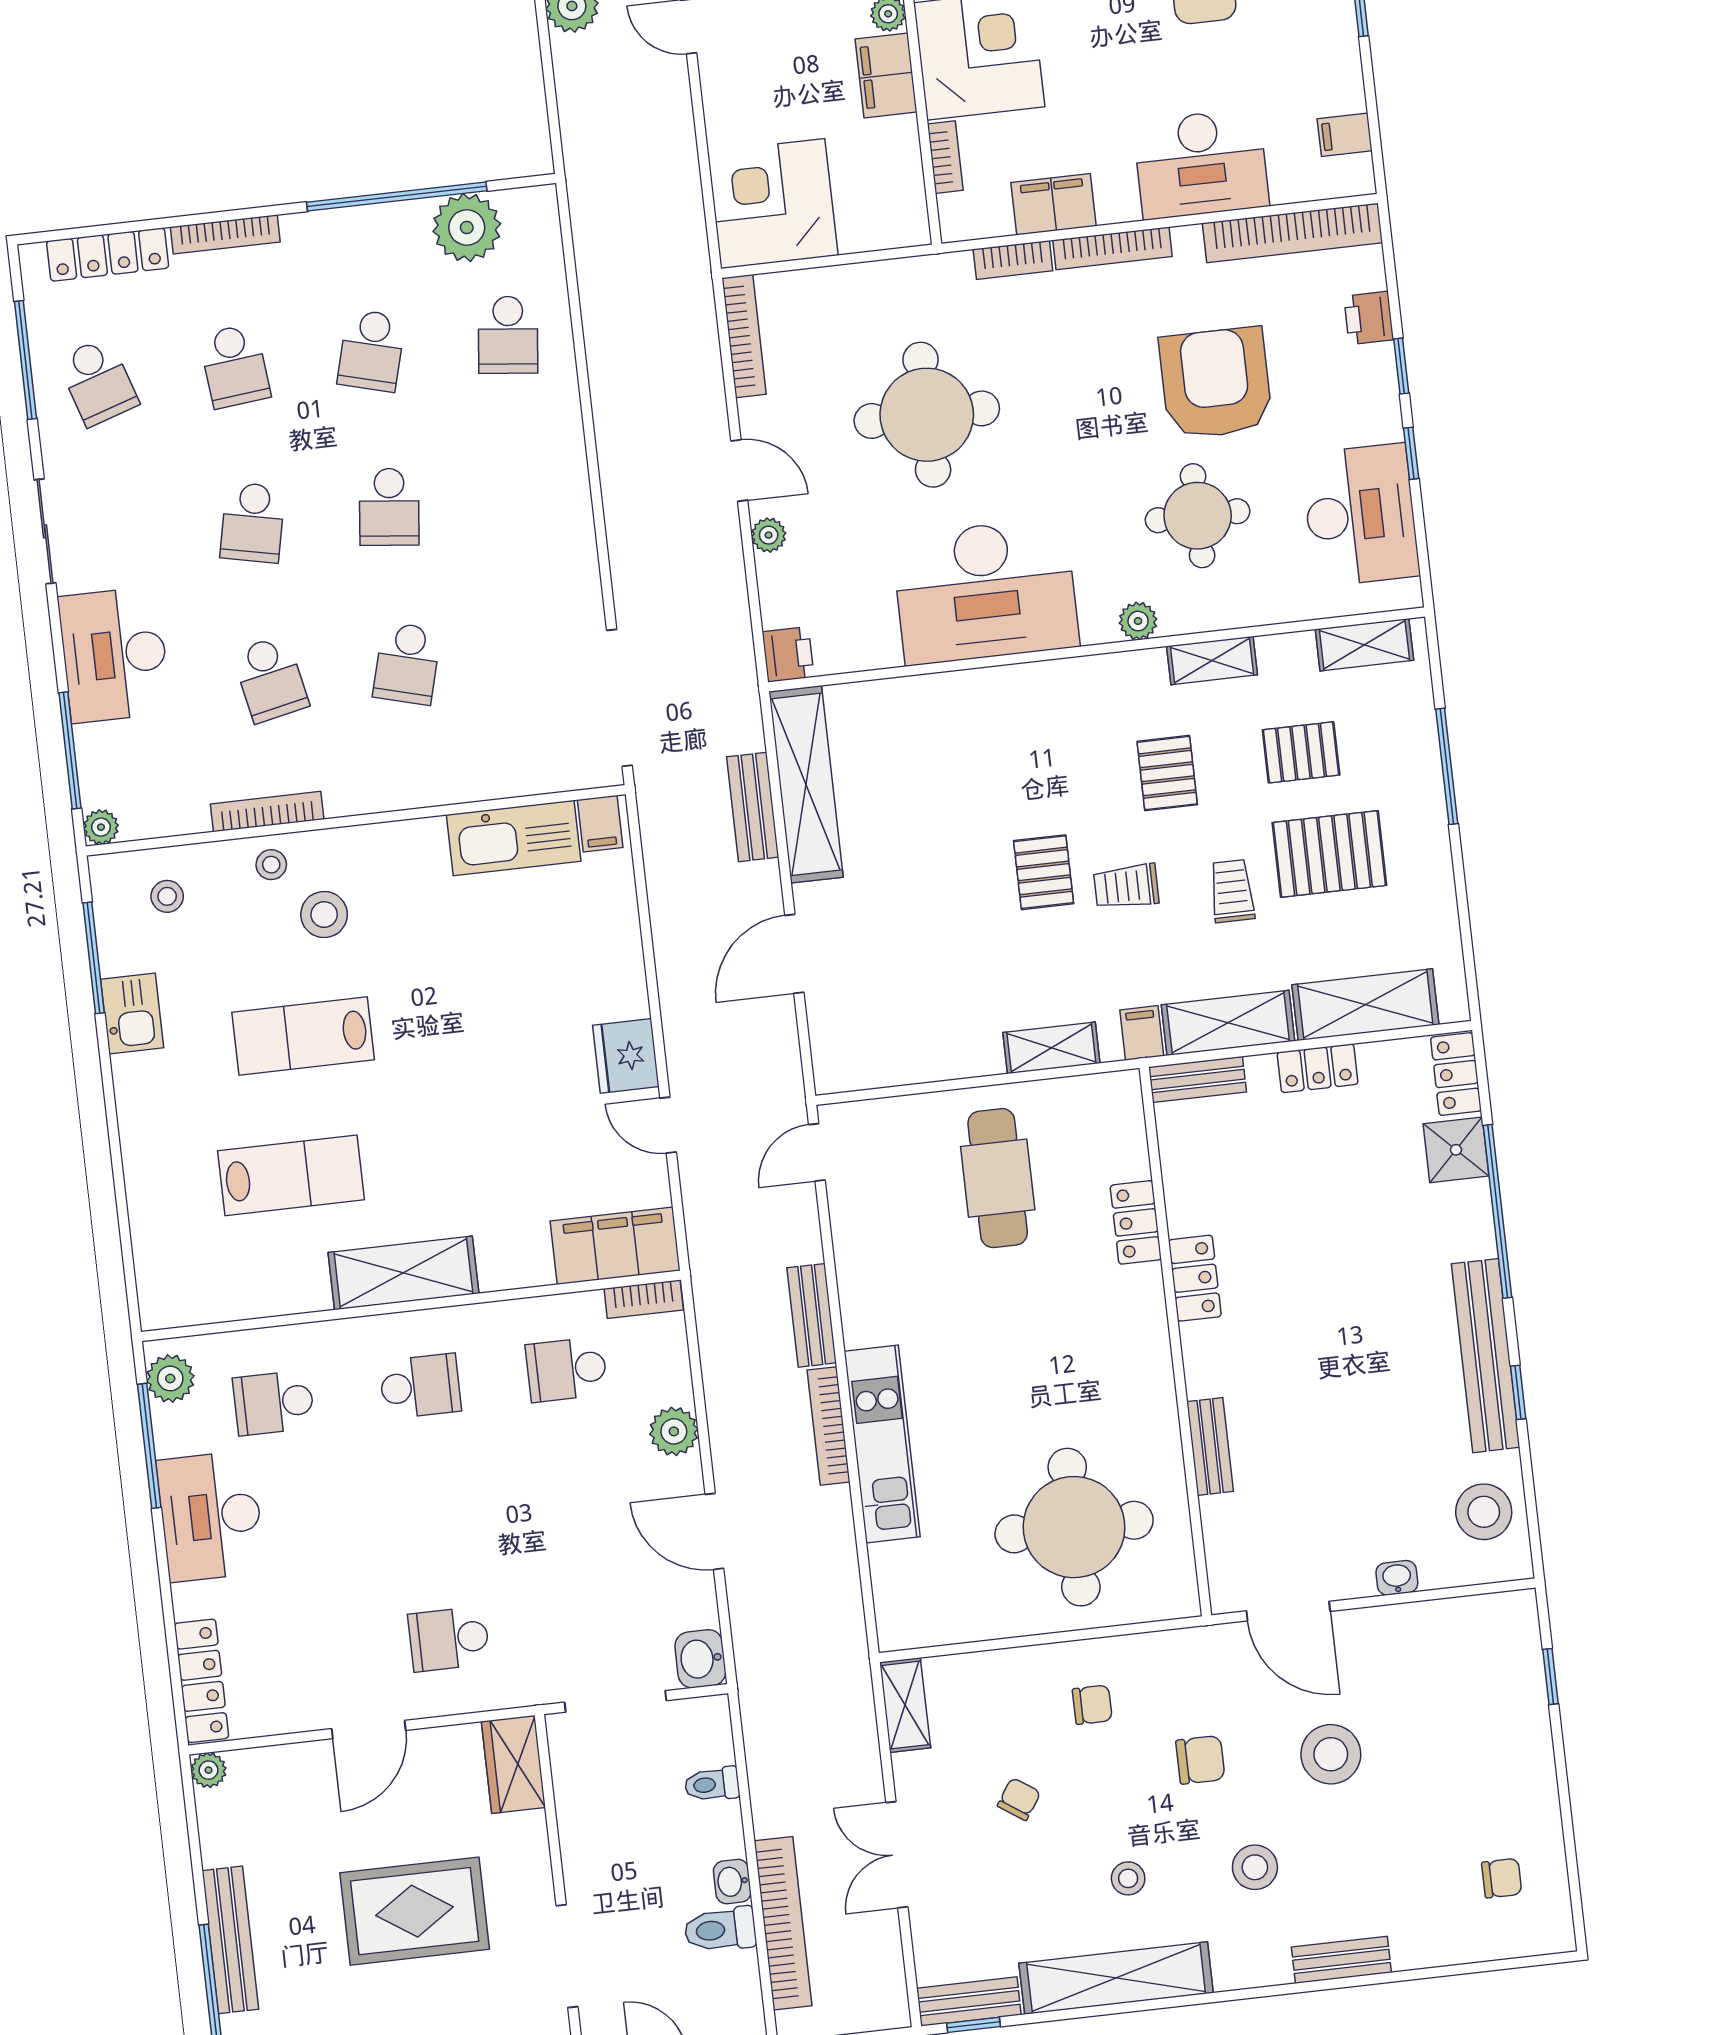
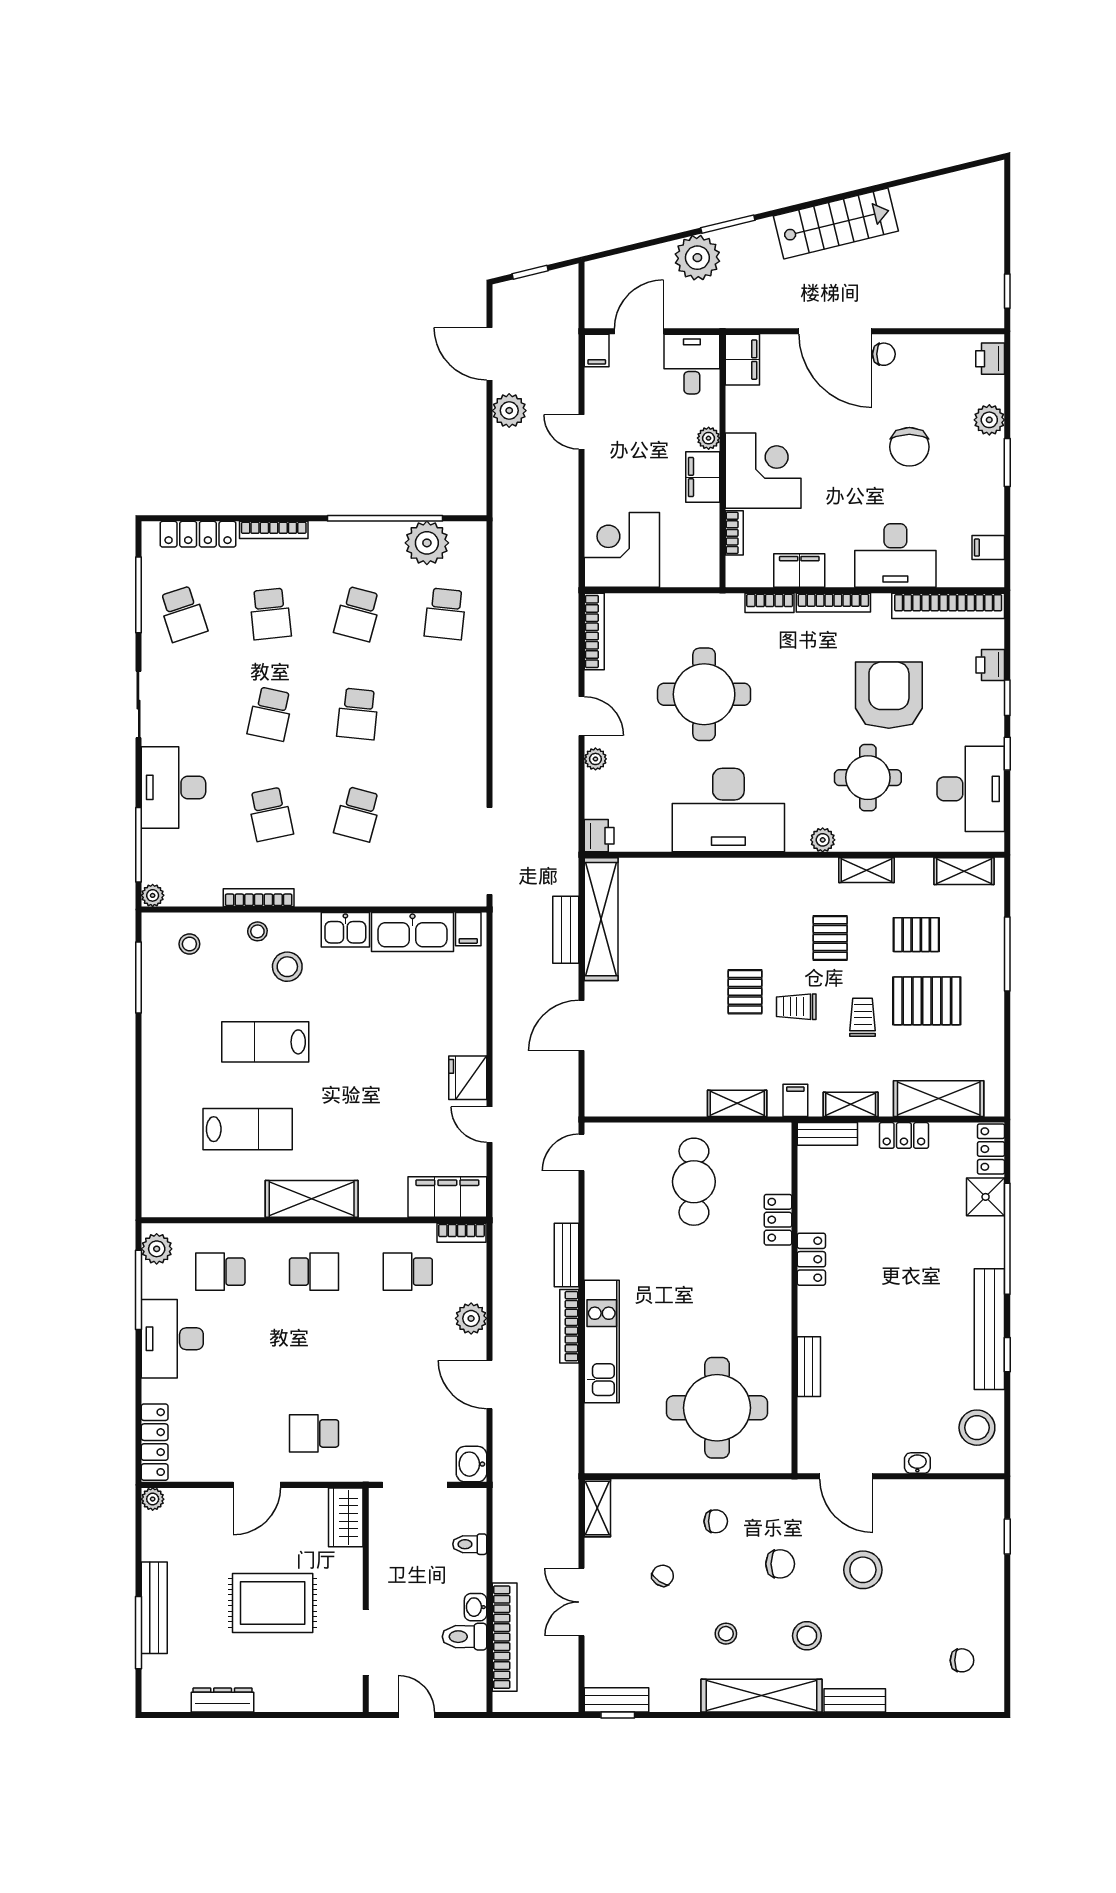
kitchen sink: (132, 1013) -> (345, 930), moved, turned 90
shelving: (1228, 1023) -> (851, 1104), width x0.67, depth x0.75
shelving: (1116, 1978) -> (761, 1696), moved

